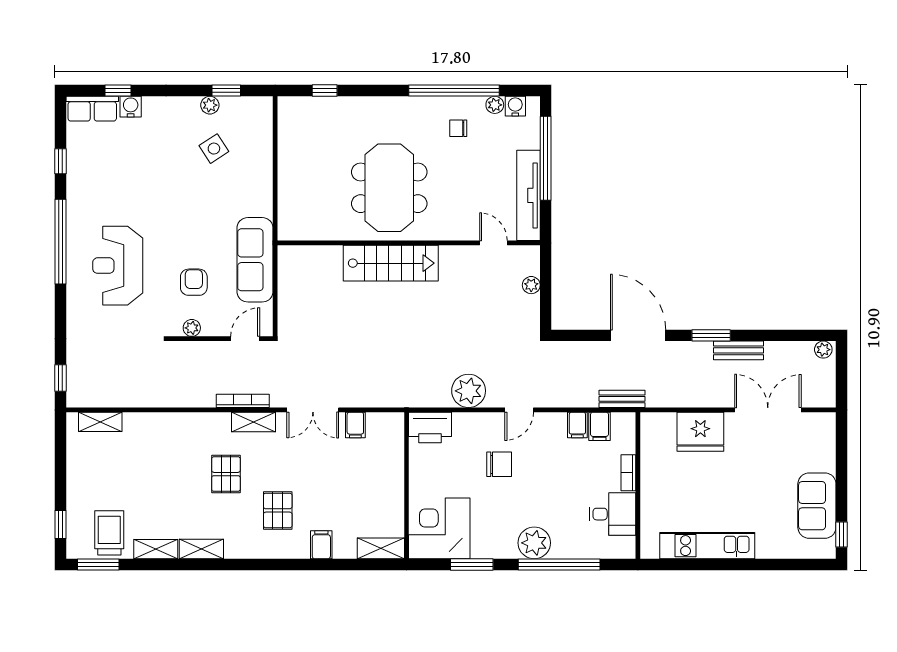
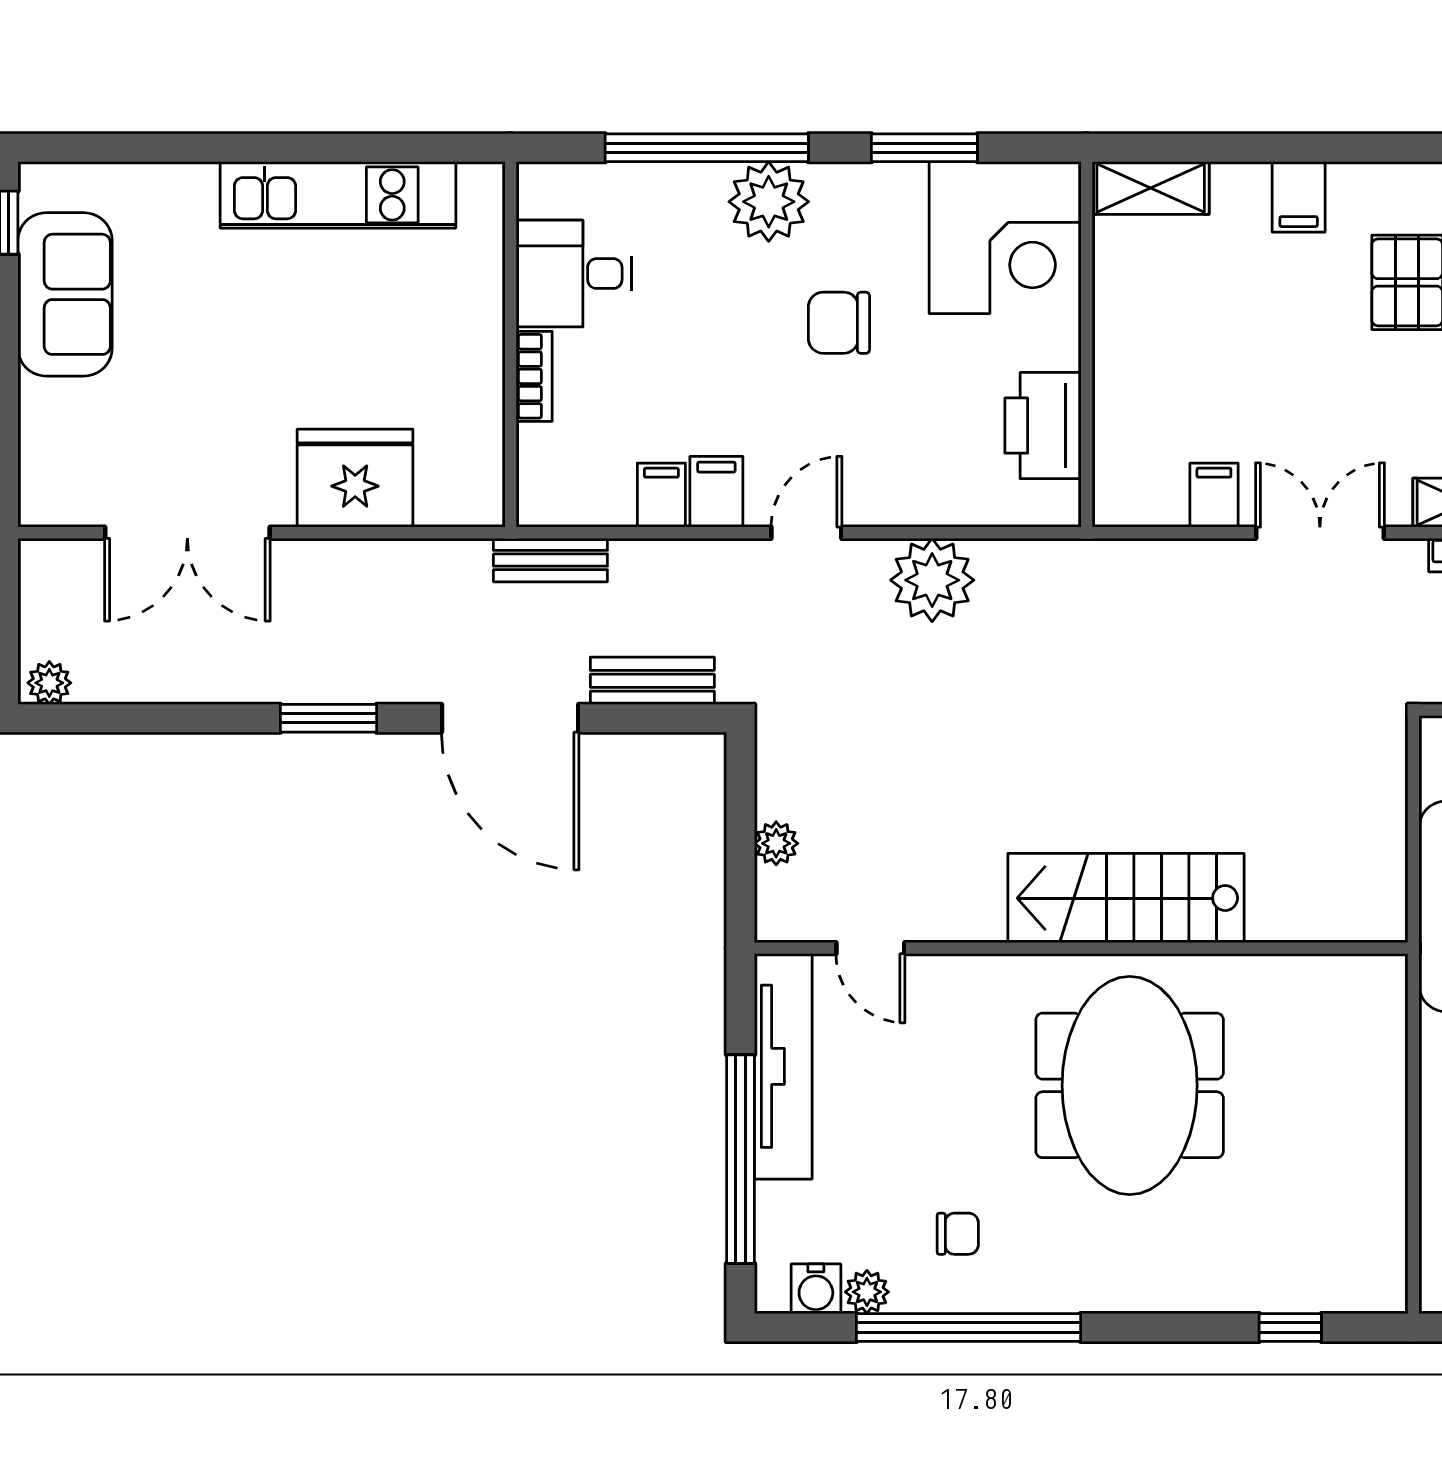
bench: (738, 350) -> (652, 681), moved
filing cabinet: (599, 426) -> (716, 492), moved
printer: (430, 427) -> (1043, 426), moved, turned -90
chair: (499, 464) -> (839, 323), moved

